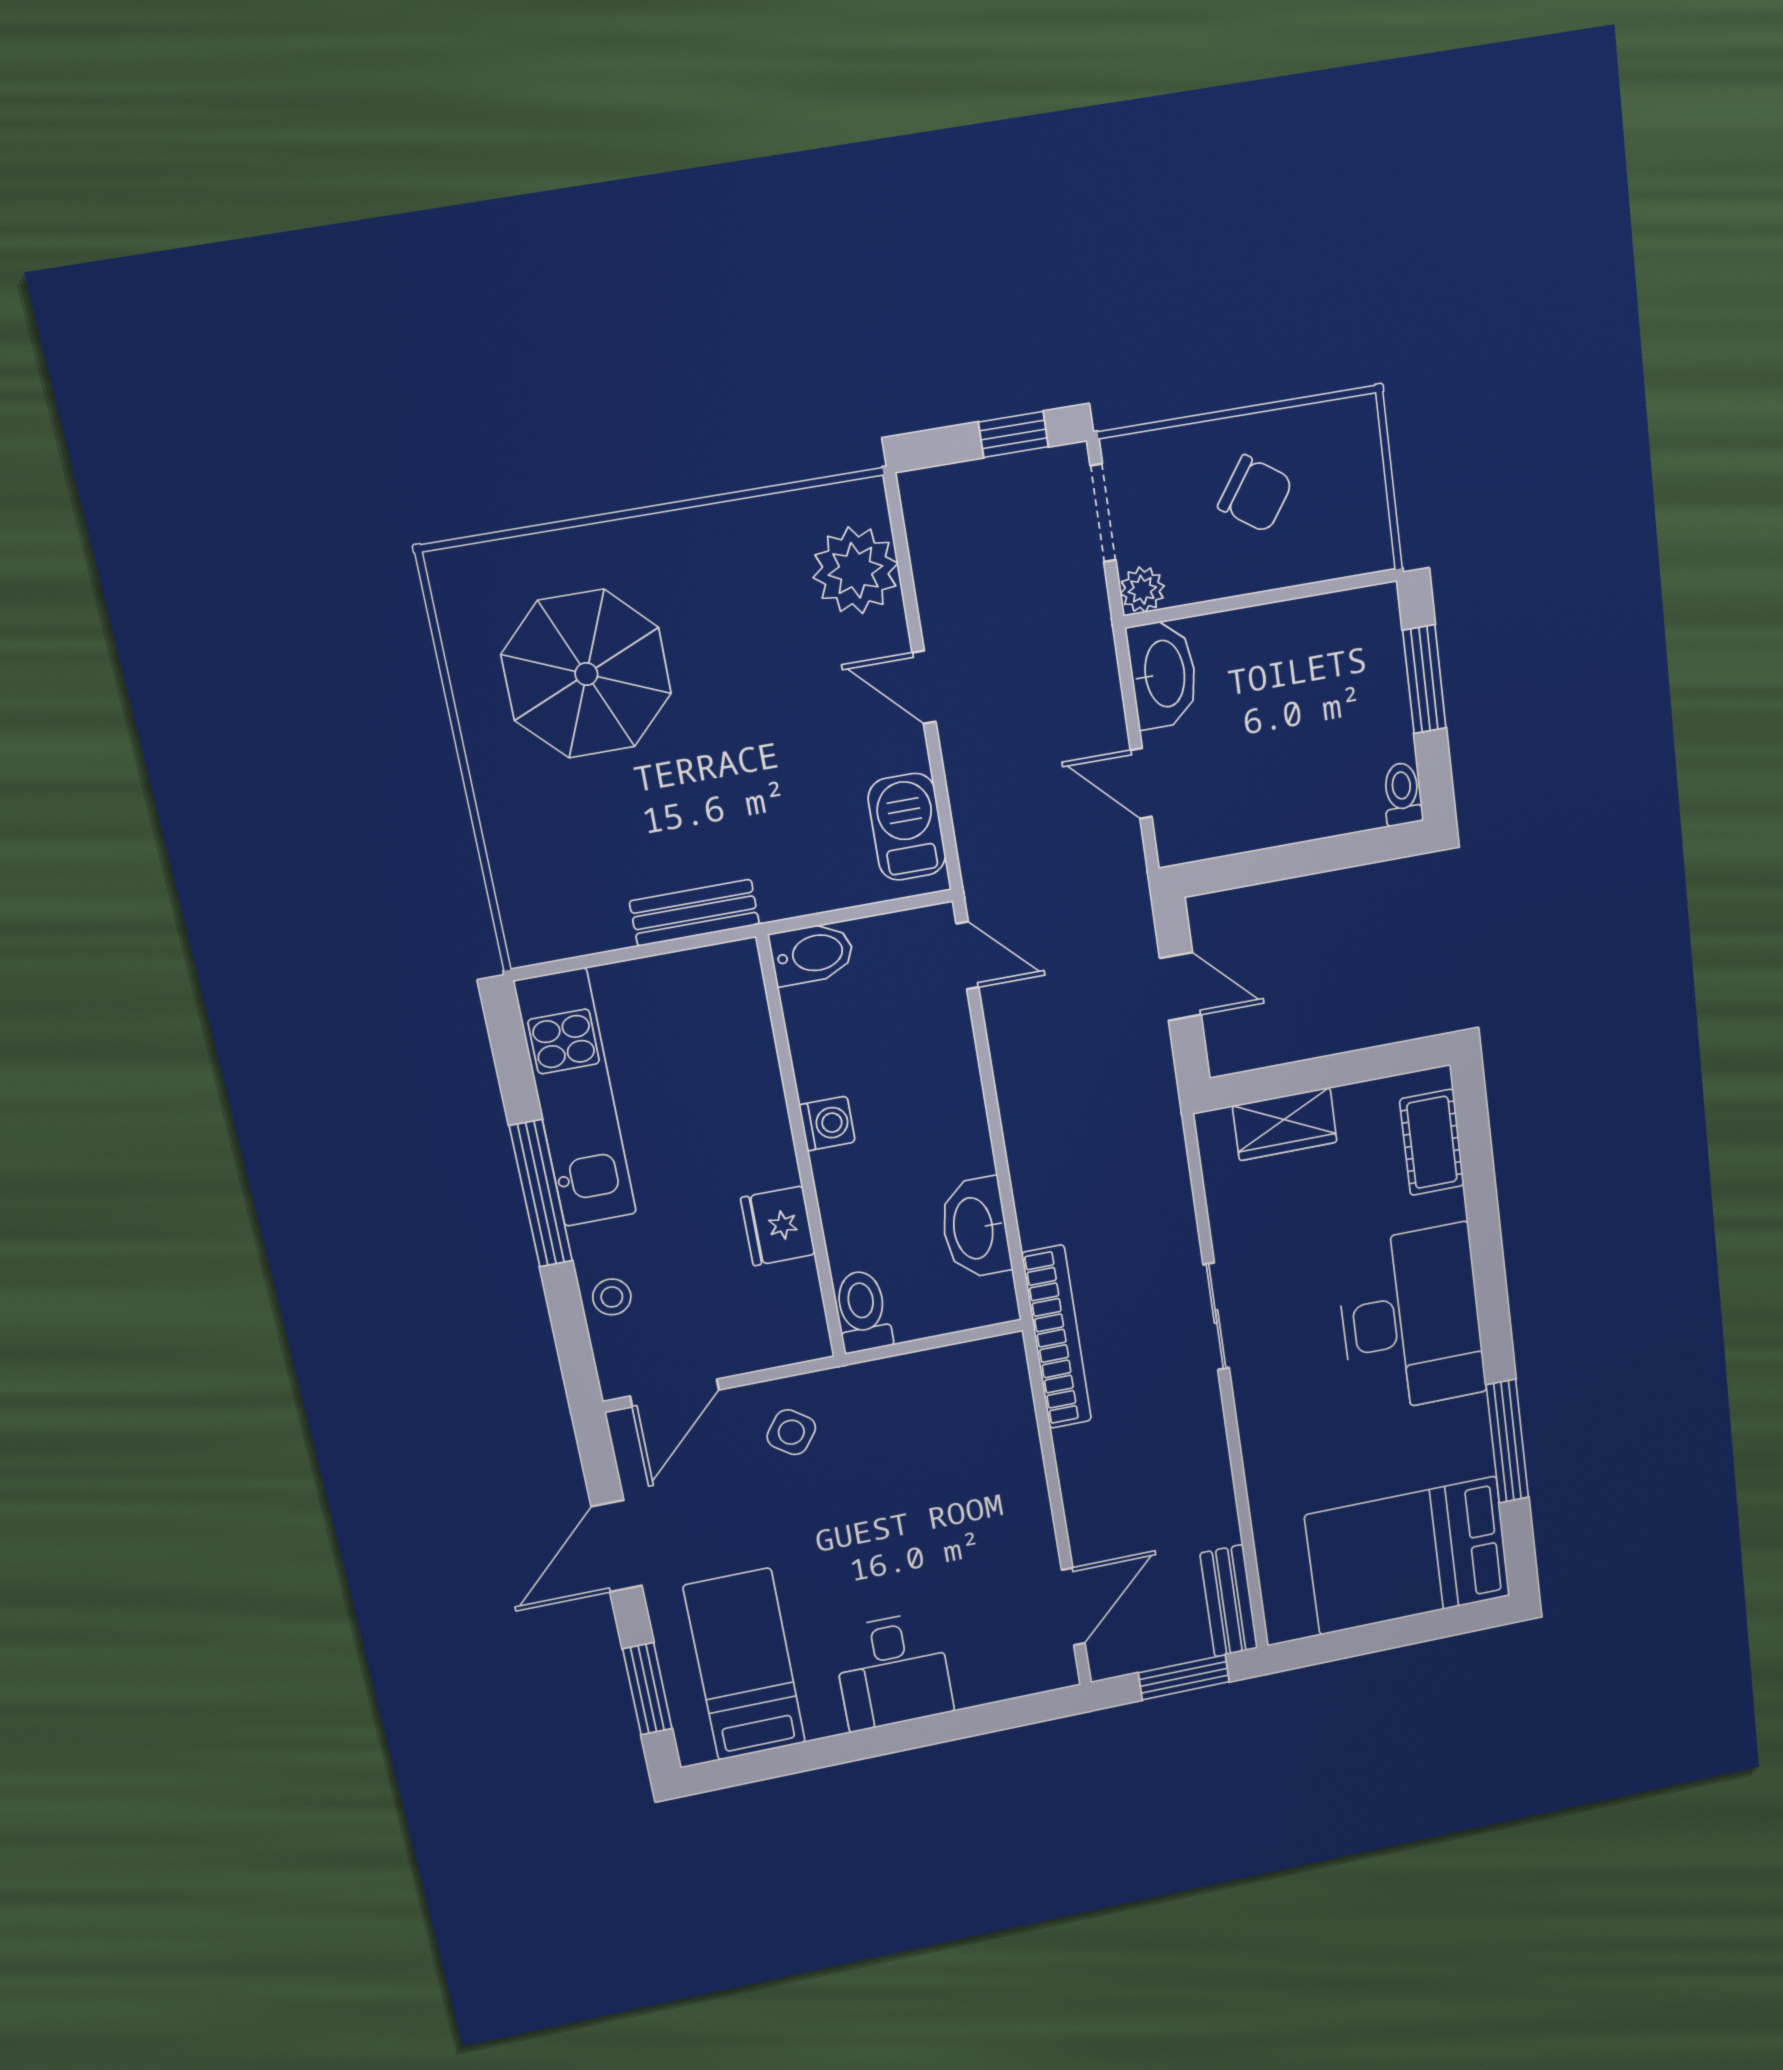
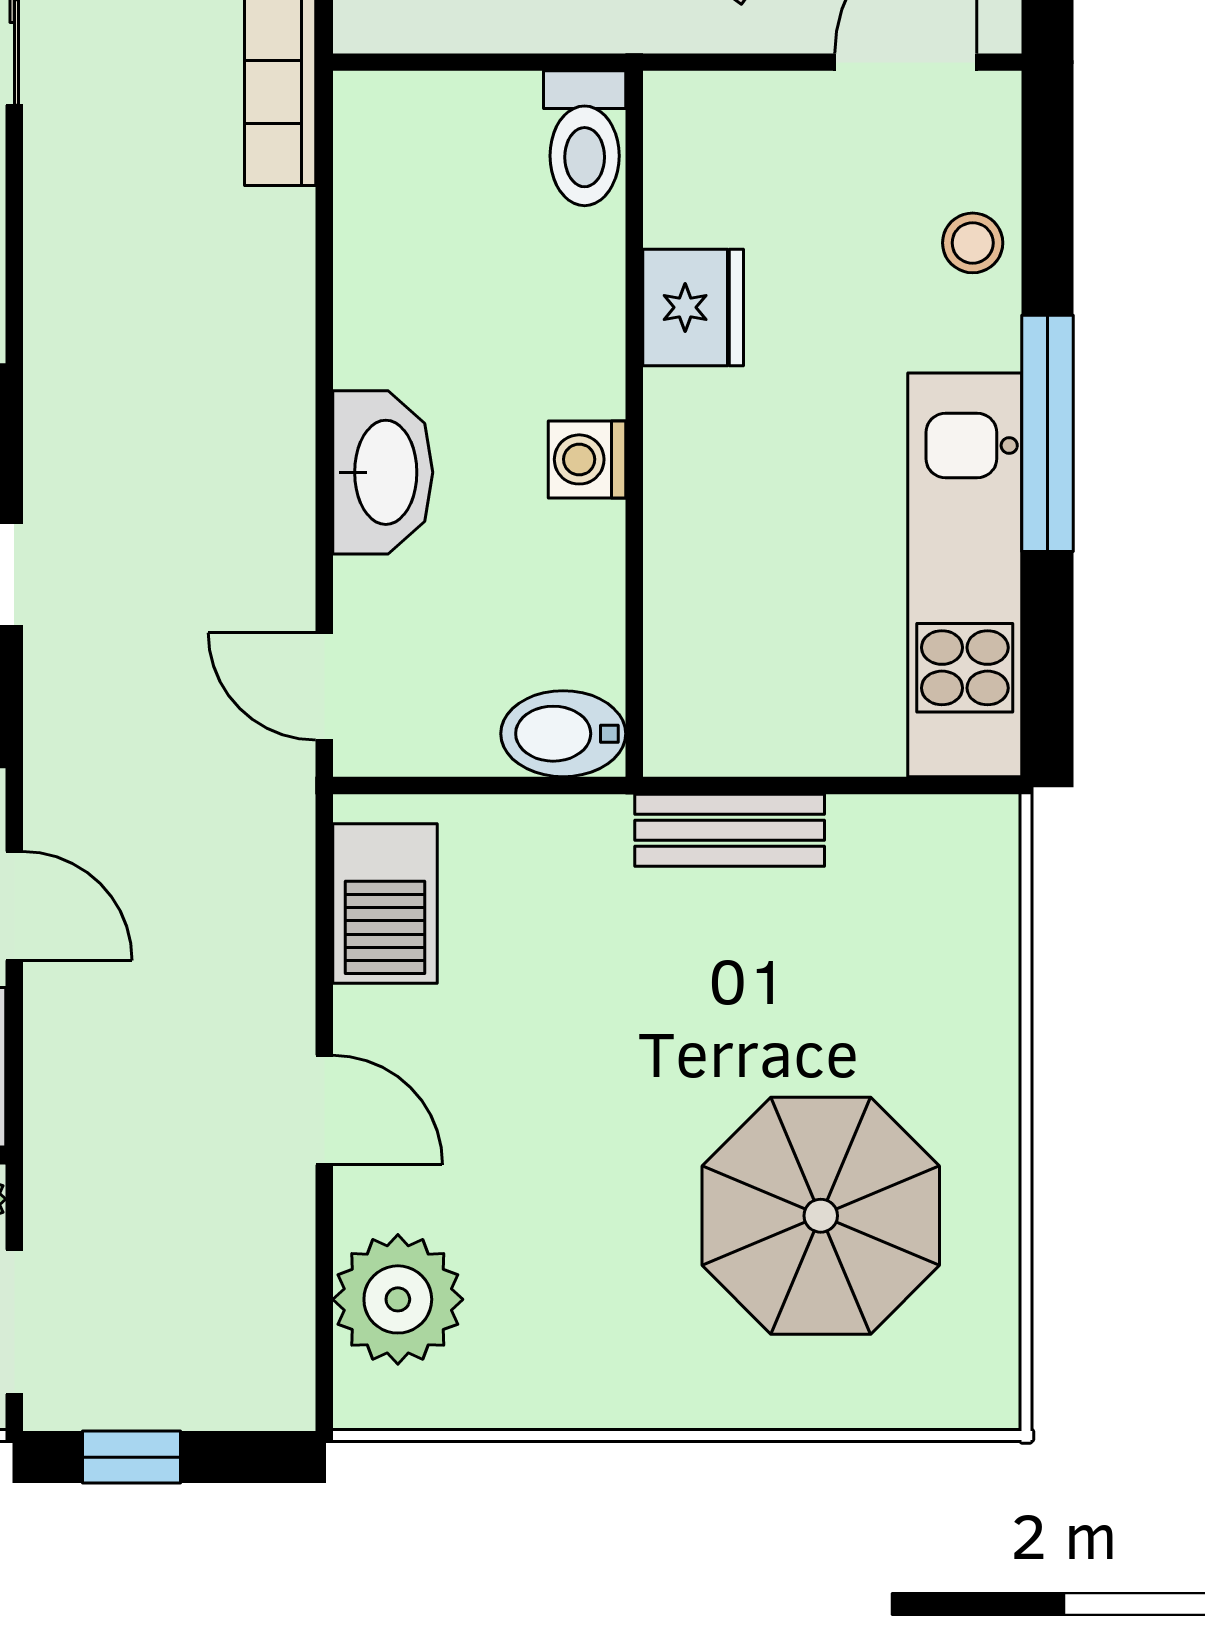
washbasin: (975, 1228) -> (383, 472), moved

